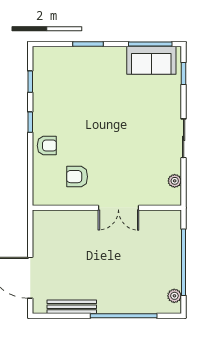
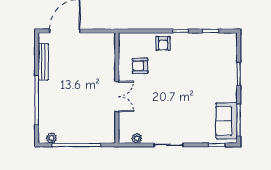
armchair: (77, 177) -> (140, 66), turned -90
double door: (118, 208) -> (117, 97), swing flipped

